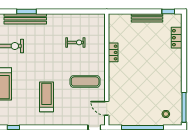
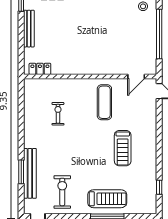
locker: (113, 52) -> (40, 69), moved
treadmill: (46, 97) -> (123, 148), turned -90

